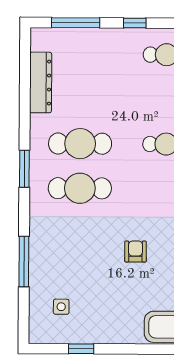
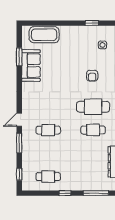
cafe table: (80, 144) -> (93, 130), width x0.73, depth x0.74
armchair: (135, 251) -> (92, 76), moved

